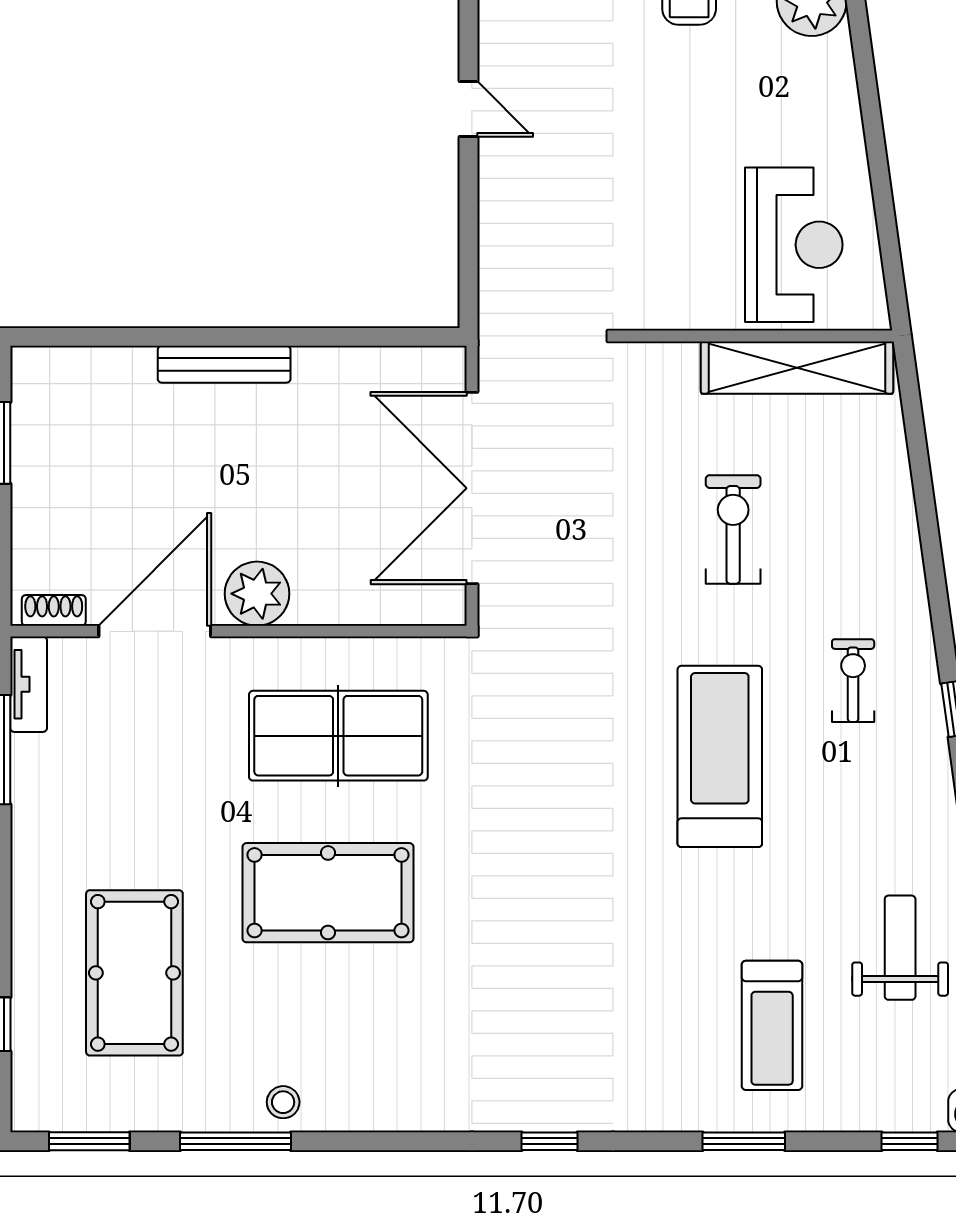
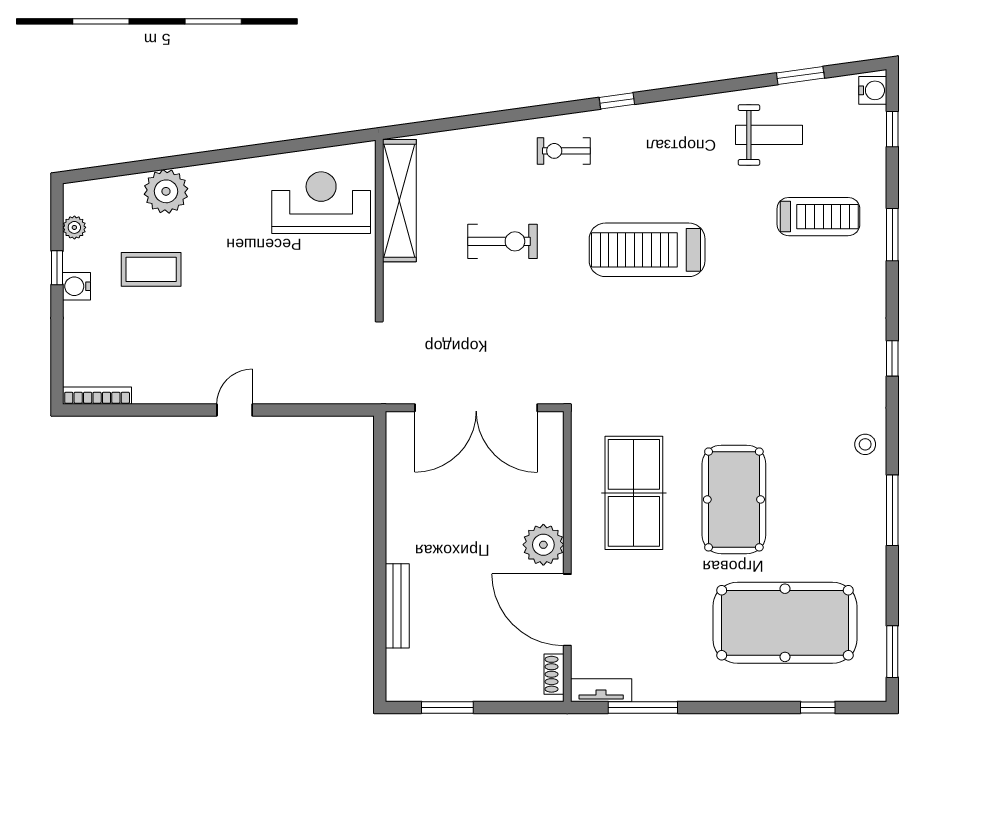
bench: (224, 364) -> (397, 606), moved
exercise bike: (733, 529) -> (502, 241), turned 180
exercise bike: (853, 681) -> (564, 151), moved
weight bench: (900, 948) -> (769, 135), turned 180
pool table: (134, 973) -> (785, 623), width x1.36, depth x1.32
stool: (283, 1102) -> (865, 444), moved
window: (236, 1141) -> (892, 510), moved

